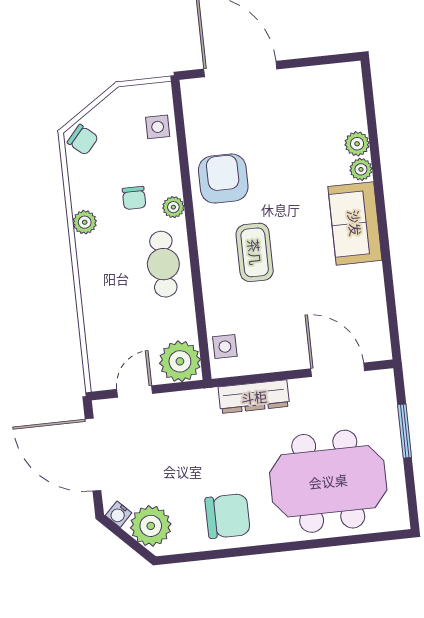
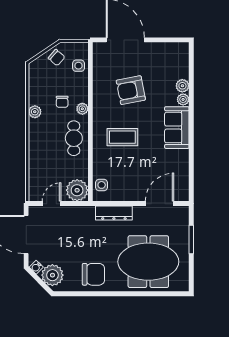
chair: (83, 140) -> (57, 58), moved
armchair: (223, 179) -> (131, 90), moved, turned -101
coffee table: (255, 252) -> (122, 137), turned 90
door: (338, 370) -> (160, 204), hinge flipped

